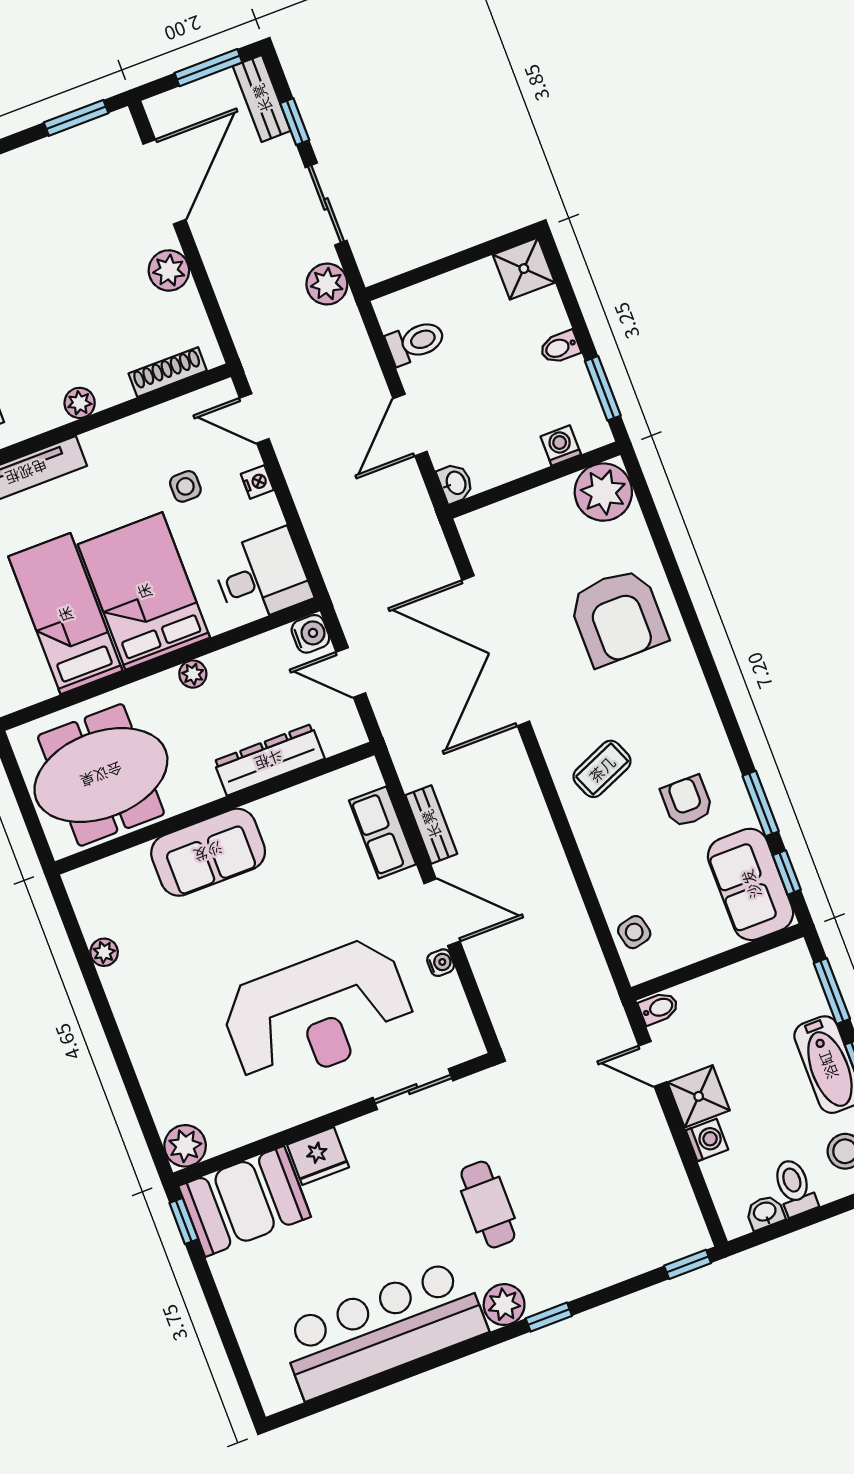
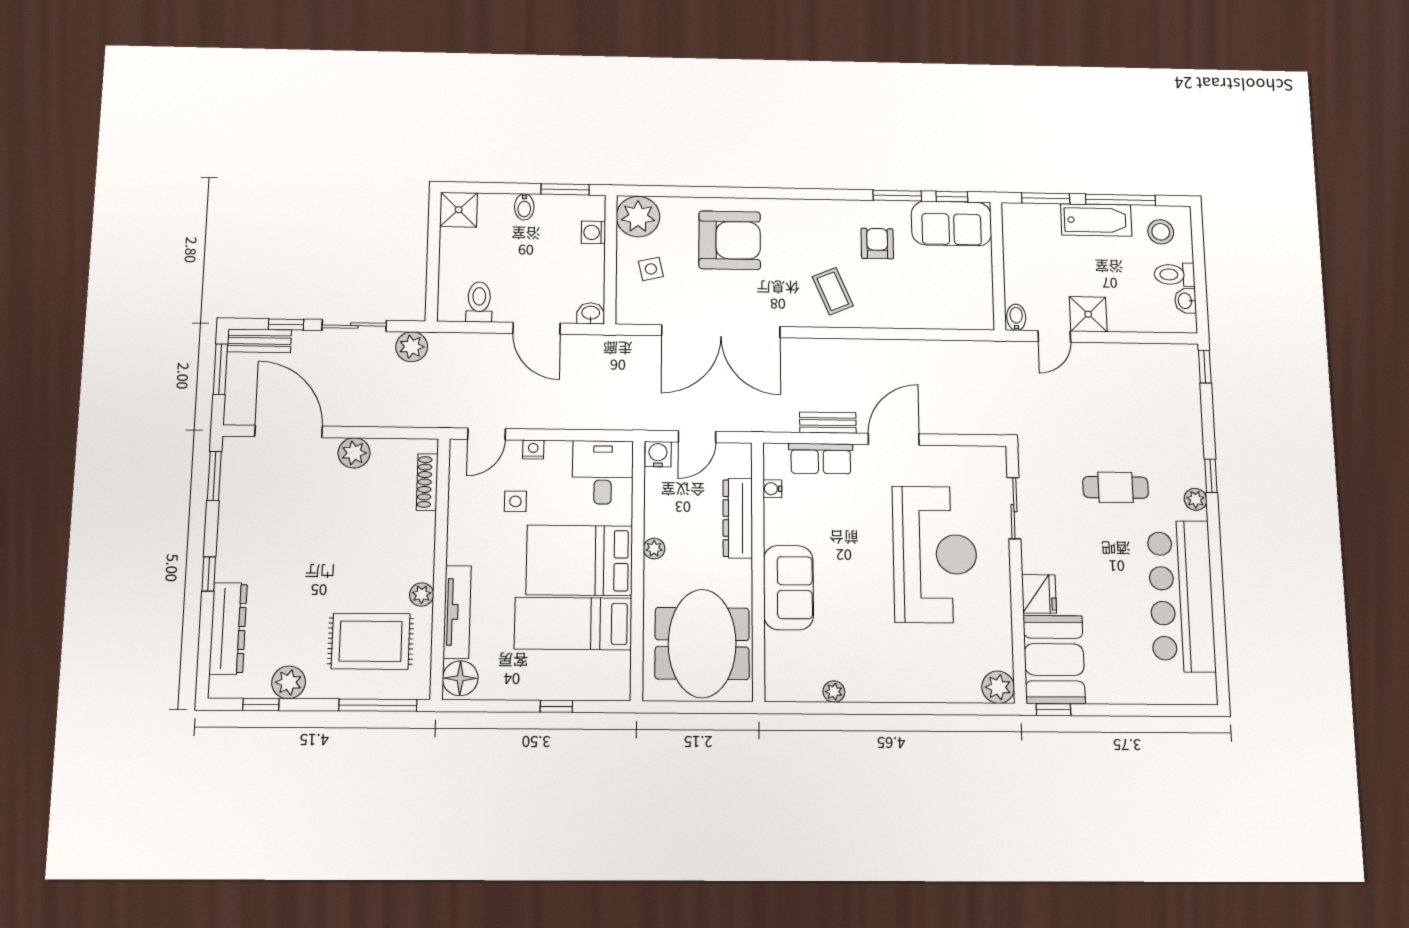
plant: (80, 403) -> (422, 595), moved
armchair: (687, 801) -> (877, 244), turned 90
side table: (634, 932) -> (651, 269), moved
water cooler: (441, 963) -> (772, 489), moved, turned -90
washing machine: (707, 1140) -> (1121, 320), removed
plant: (504, 1305) -> (1196, 499), width x0.73, depth x0.73

